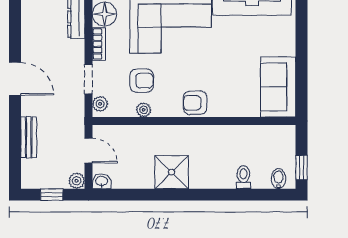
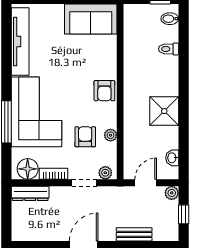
washbasin: (102, 181) -> (172, 158), moved

